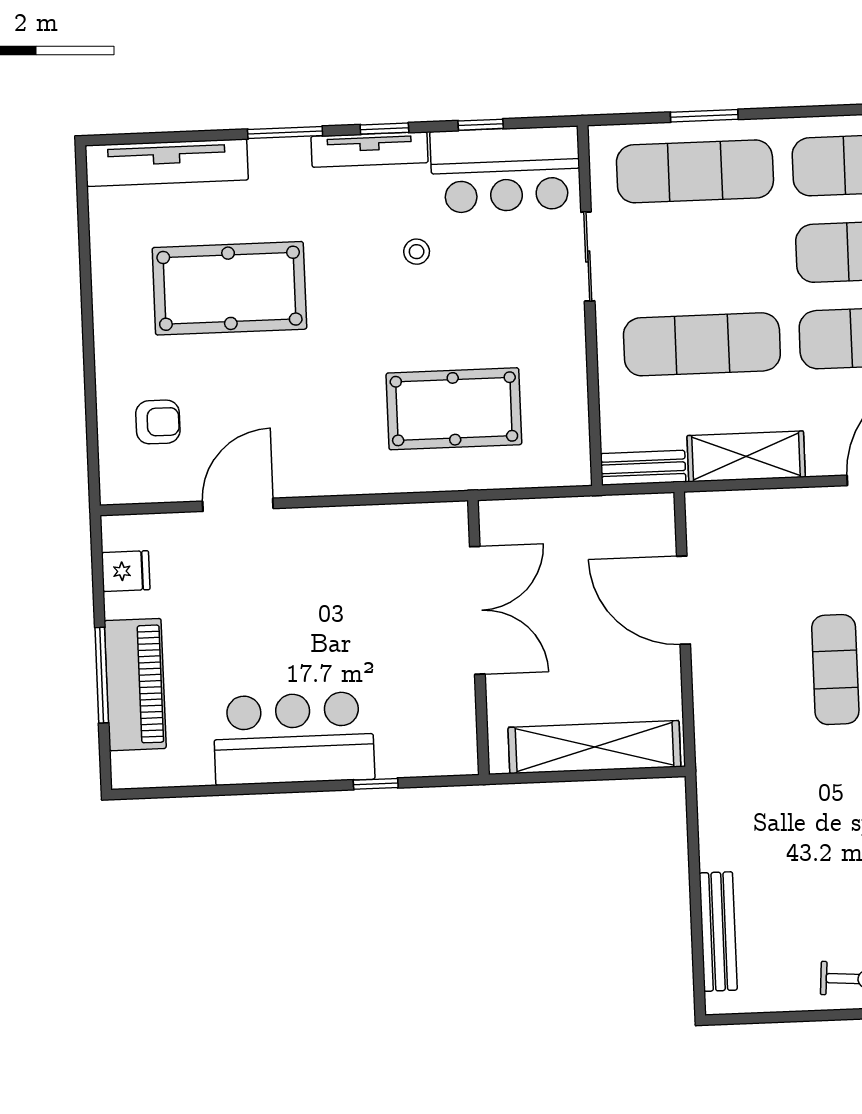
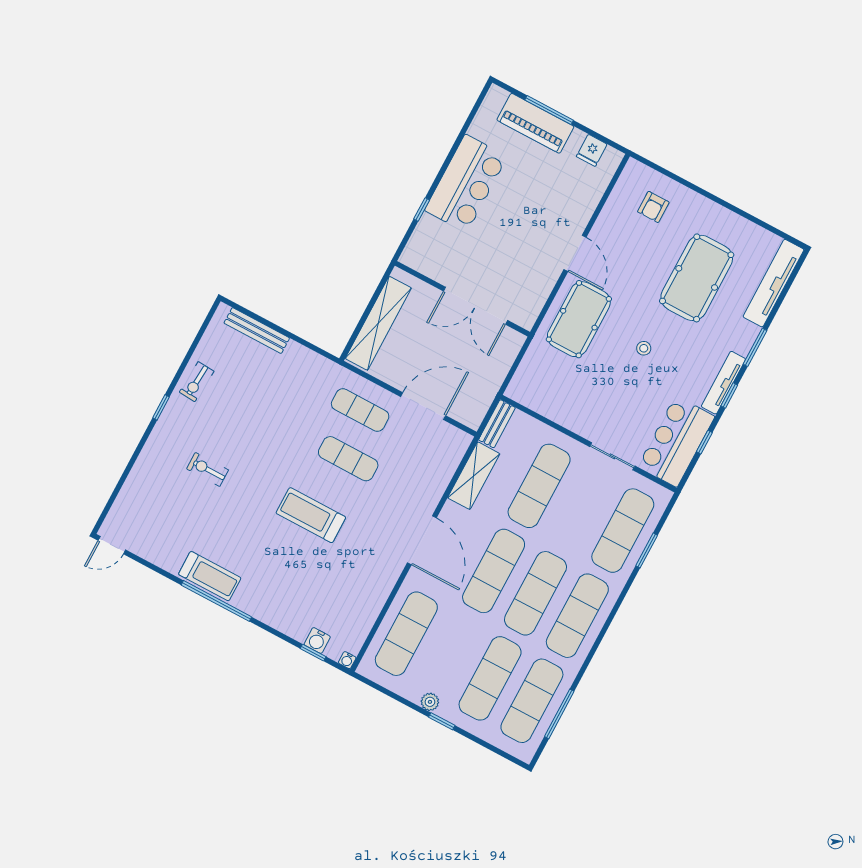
stool: (417, 252) -> (644, 348), moved
pool table: (454, 409) -> (579, 319), moved
door: (238, 505) -> (575, 253), moved
exercise mat: (748, 696) -> (360, 410), added

